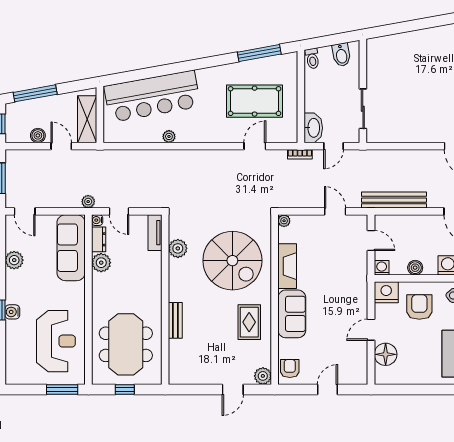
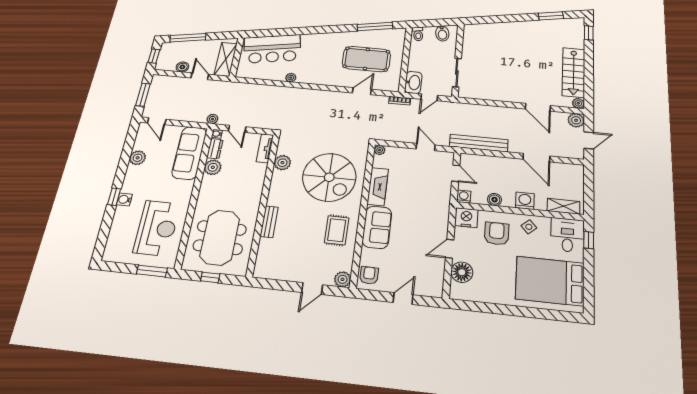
bar counter: (152, 96) -> (272, 49), width x0.73

